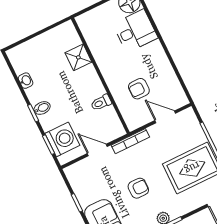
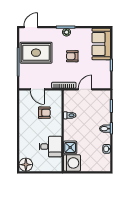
desk: (135, 31) -> (50, 147), moved, turned 180
washing machine: (62, 139) -> (72, 163), moved, turned 180
door: (97, 150) -> (85, 89), swing flipped

